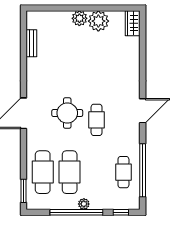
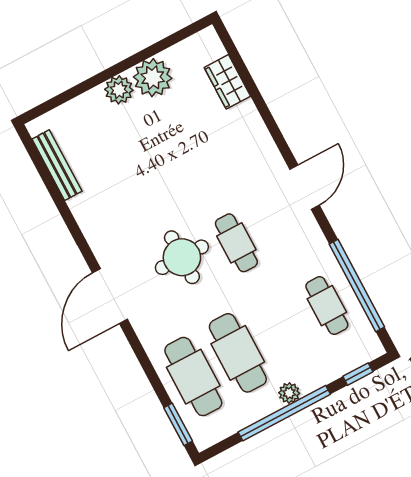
wardrobe: (133, 23) -> (227, 82), moved
bench: (31, 43) -> (57, 165), width x1.36

